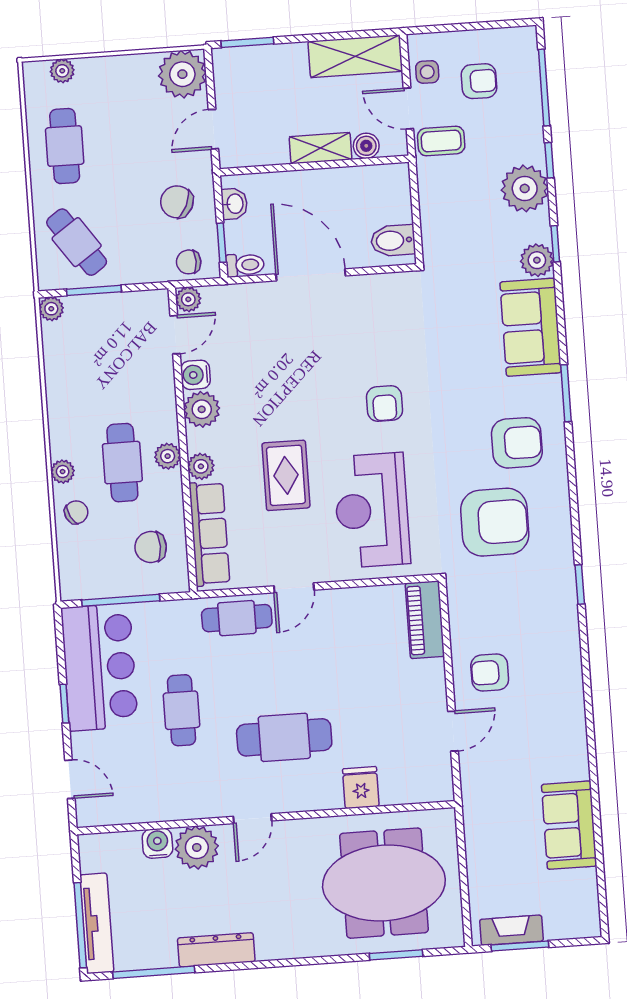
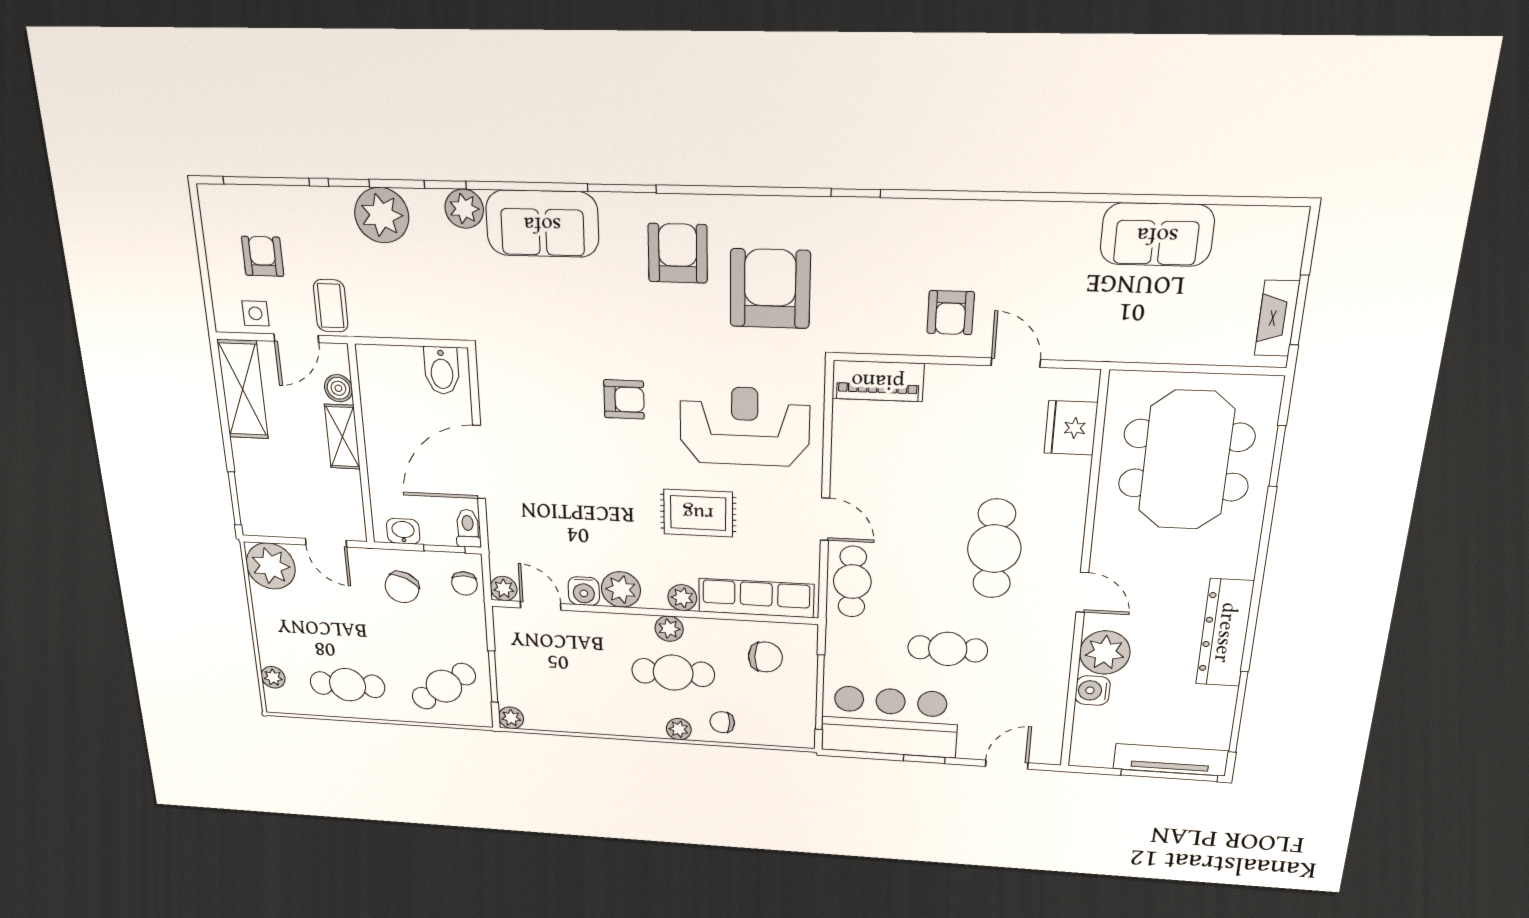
reception desk: (372, 510) -> (745, 426), turned 180
chair: (76, 512) -> (722, 722), turned -63
chair: (151, 547) -> (765, 657), turned -90
fridge: (361, 788) -> (1071, 428), moved, width x1.38
dresser: (216, 950) -> (1225, 633), width x1.37, depth x1.24

